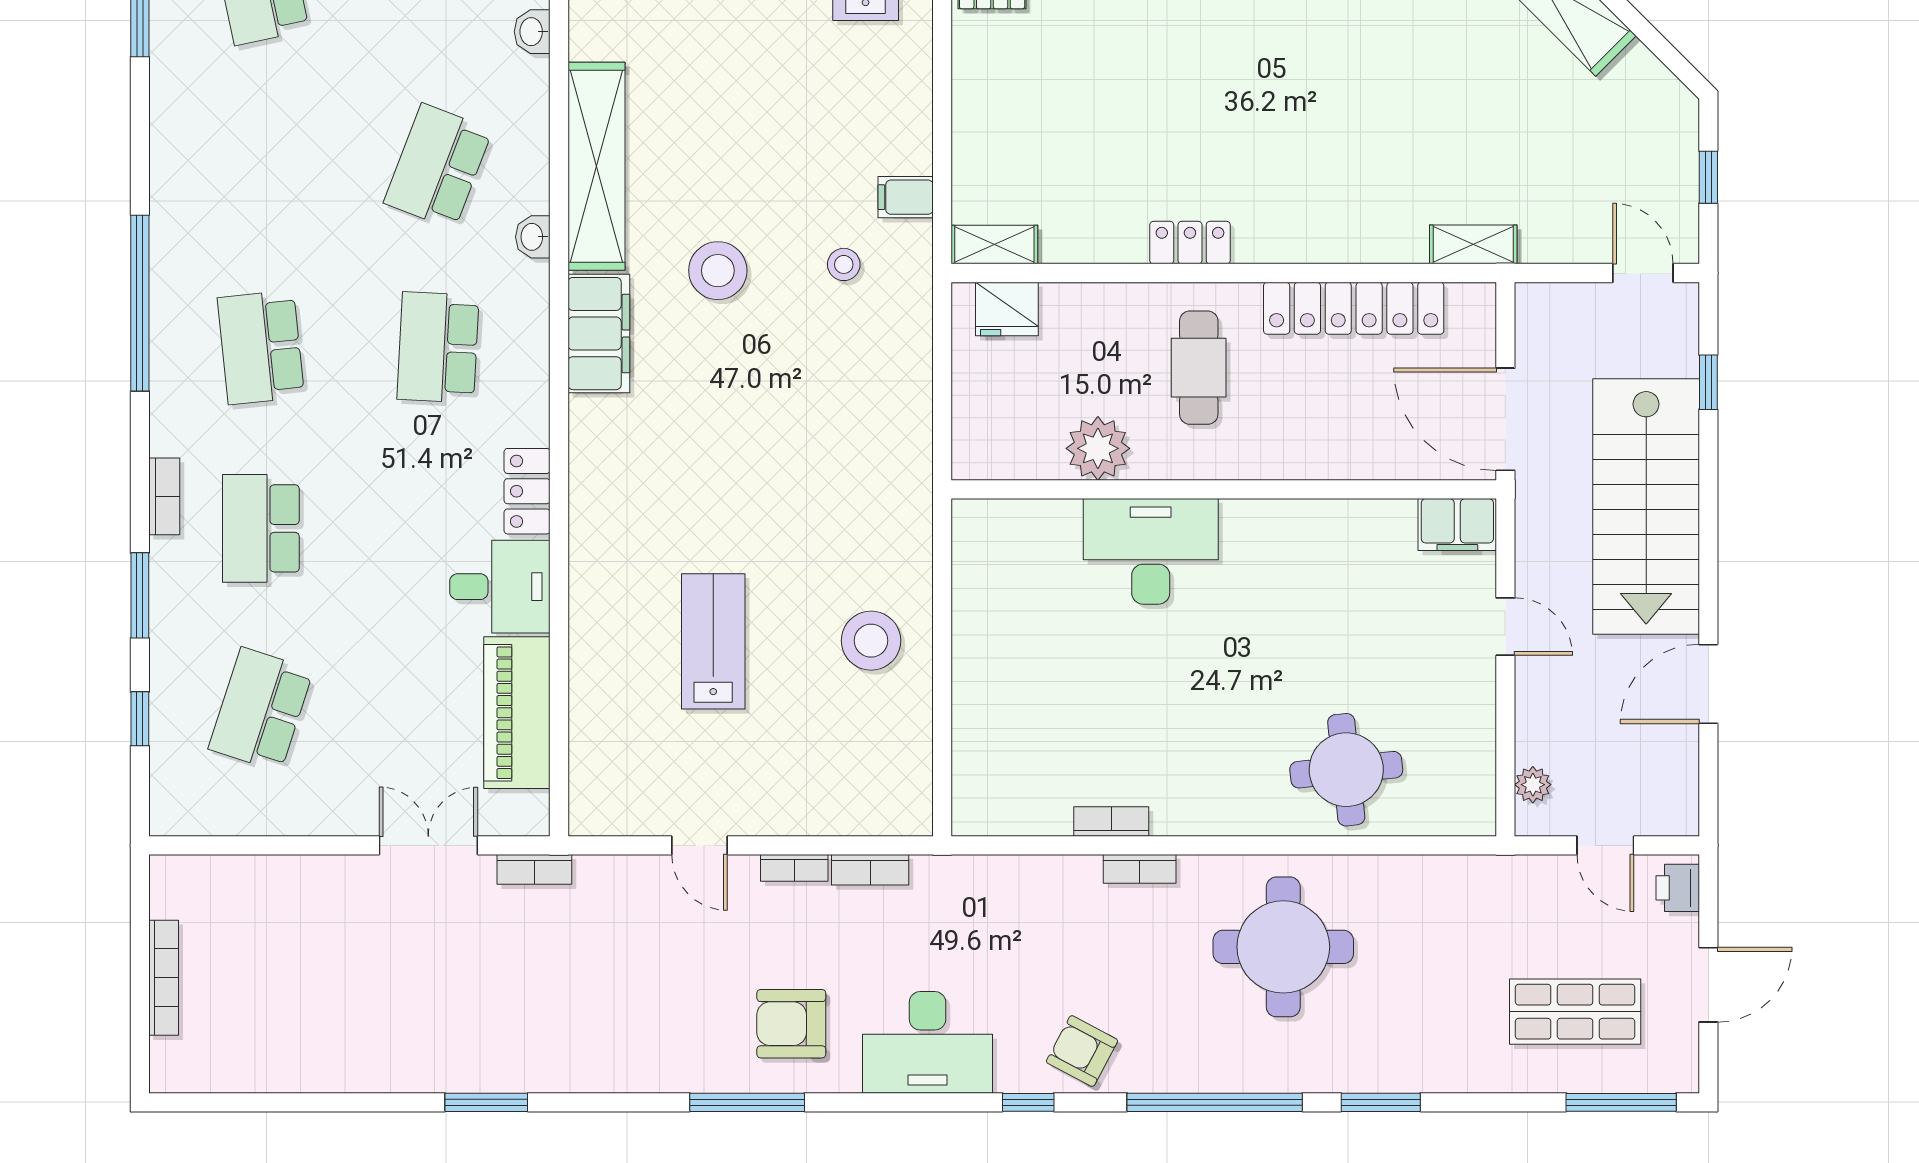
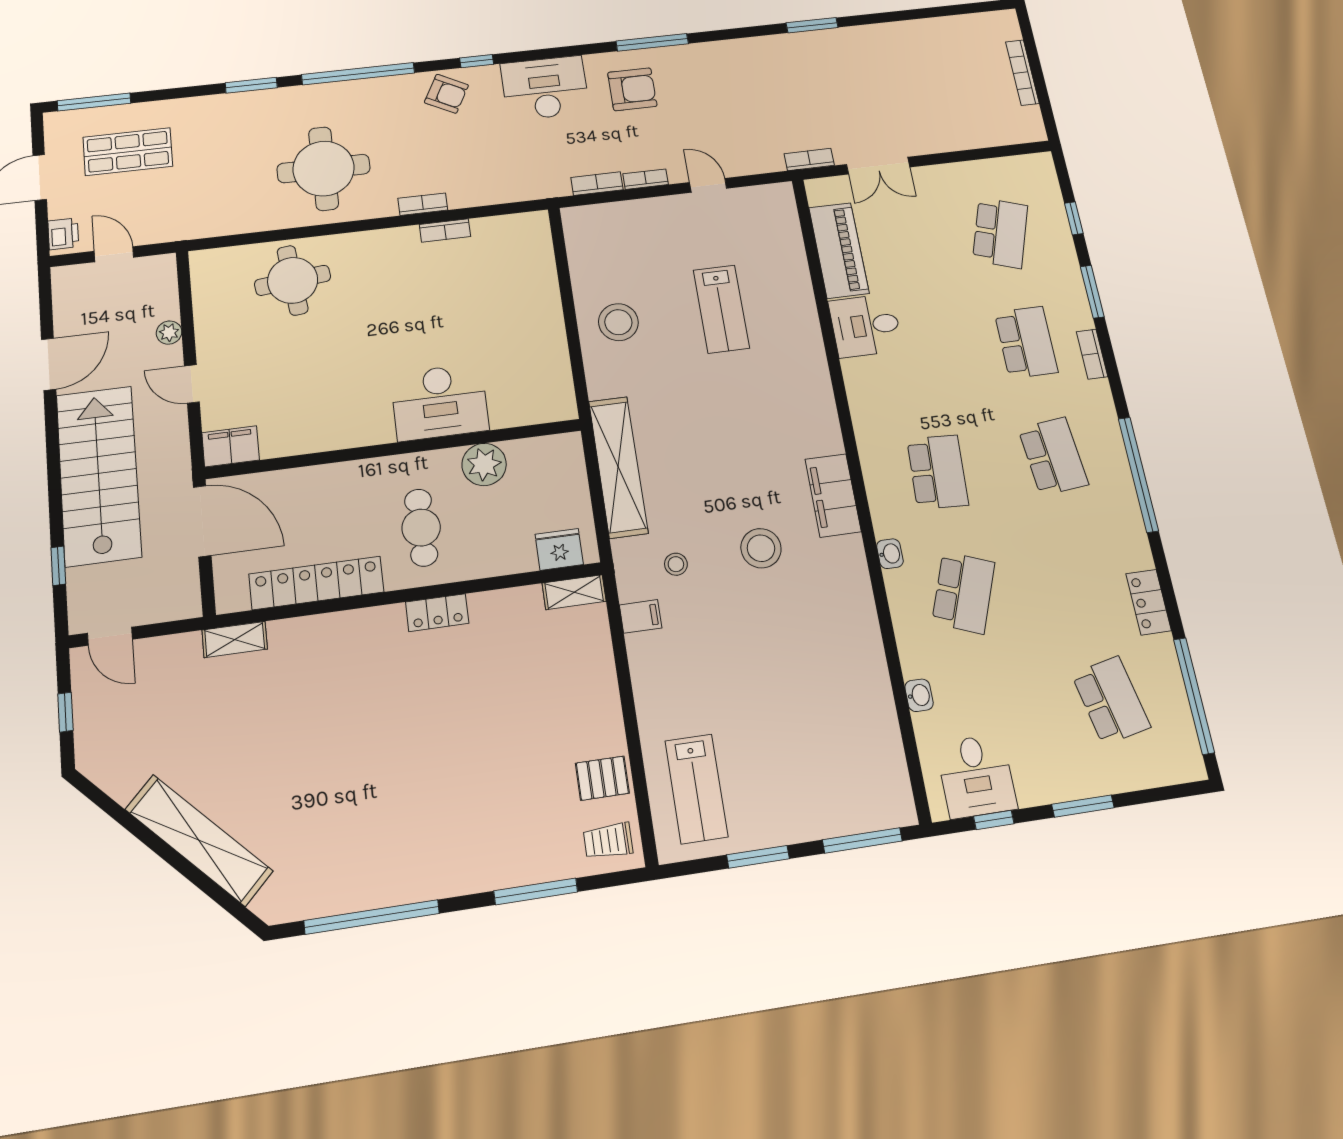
shelving: (596, 166) -> (618, 467), moved
locker: (527, 491) -> (1149, 602), moved, turned 180
plant: (1533, 785) -> (169, 333), moved

